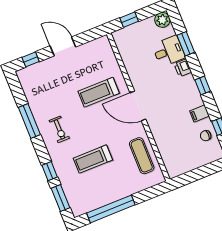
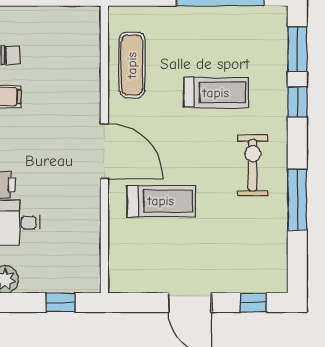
exercise bike: (59, 129) -> (253, 165), width x1.38, depth x1.39

